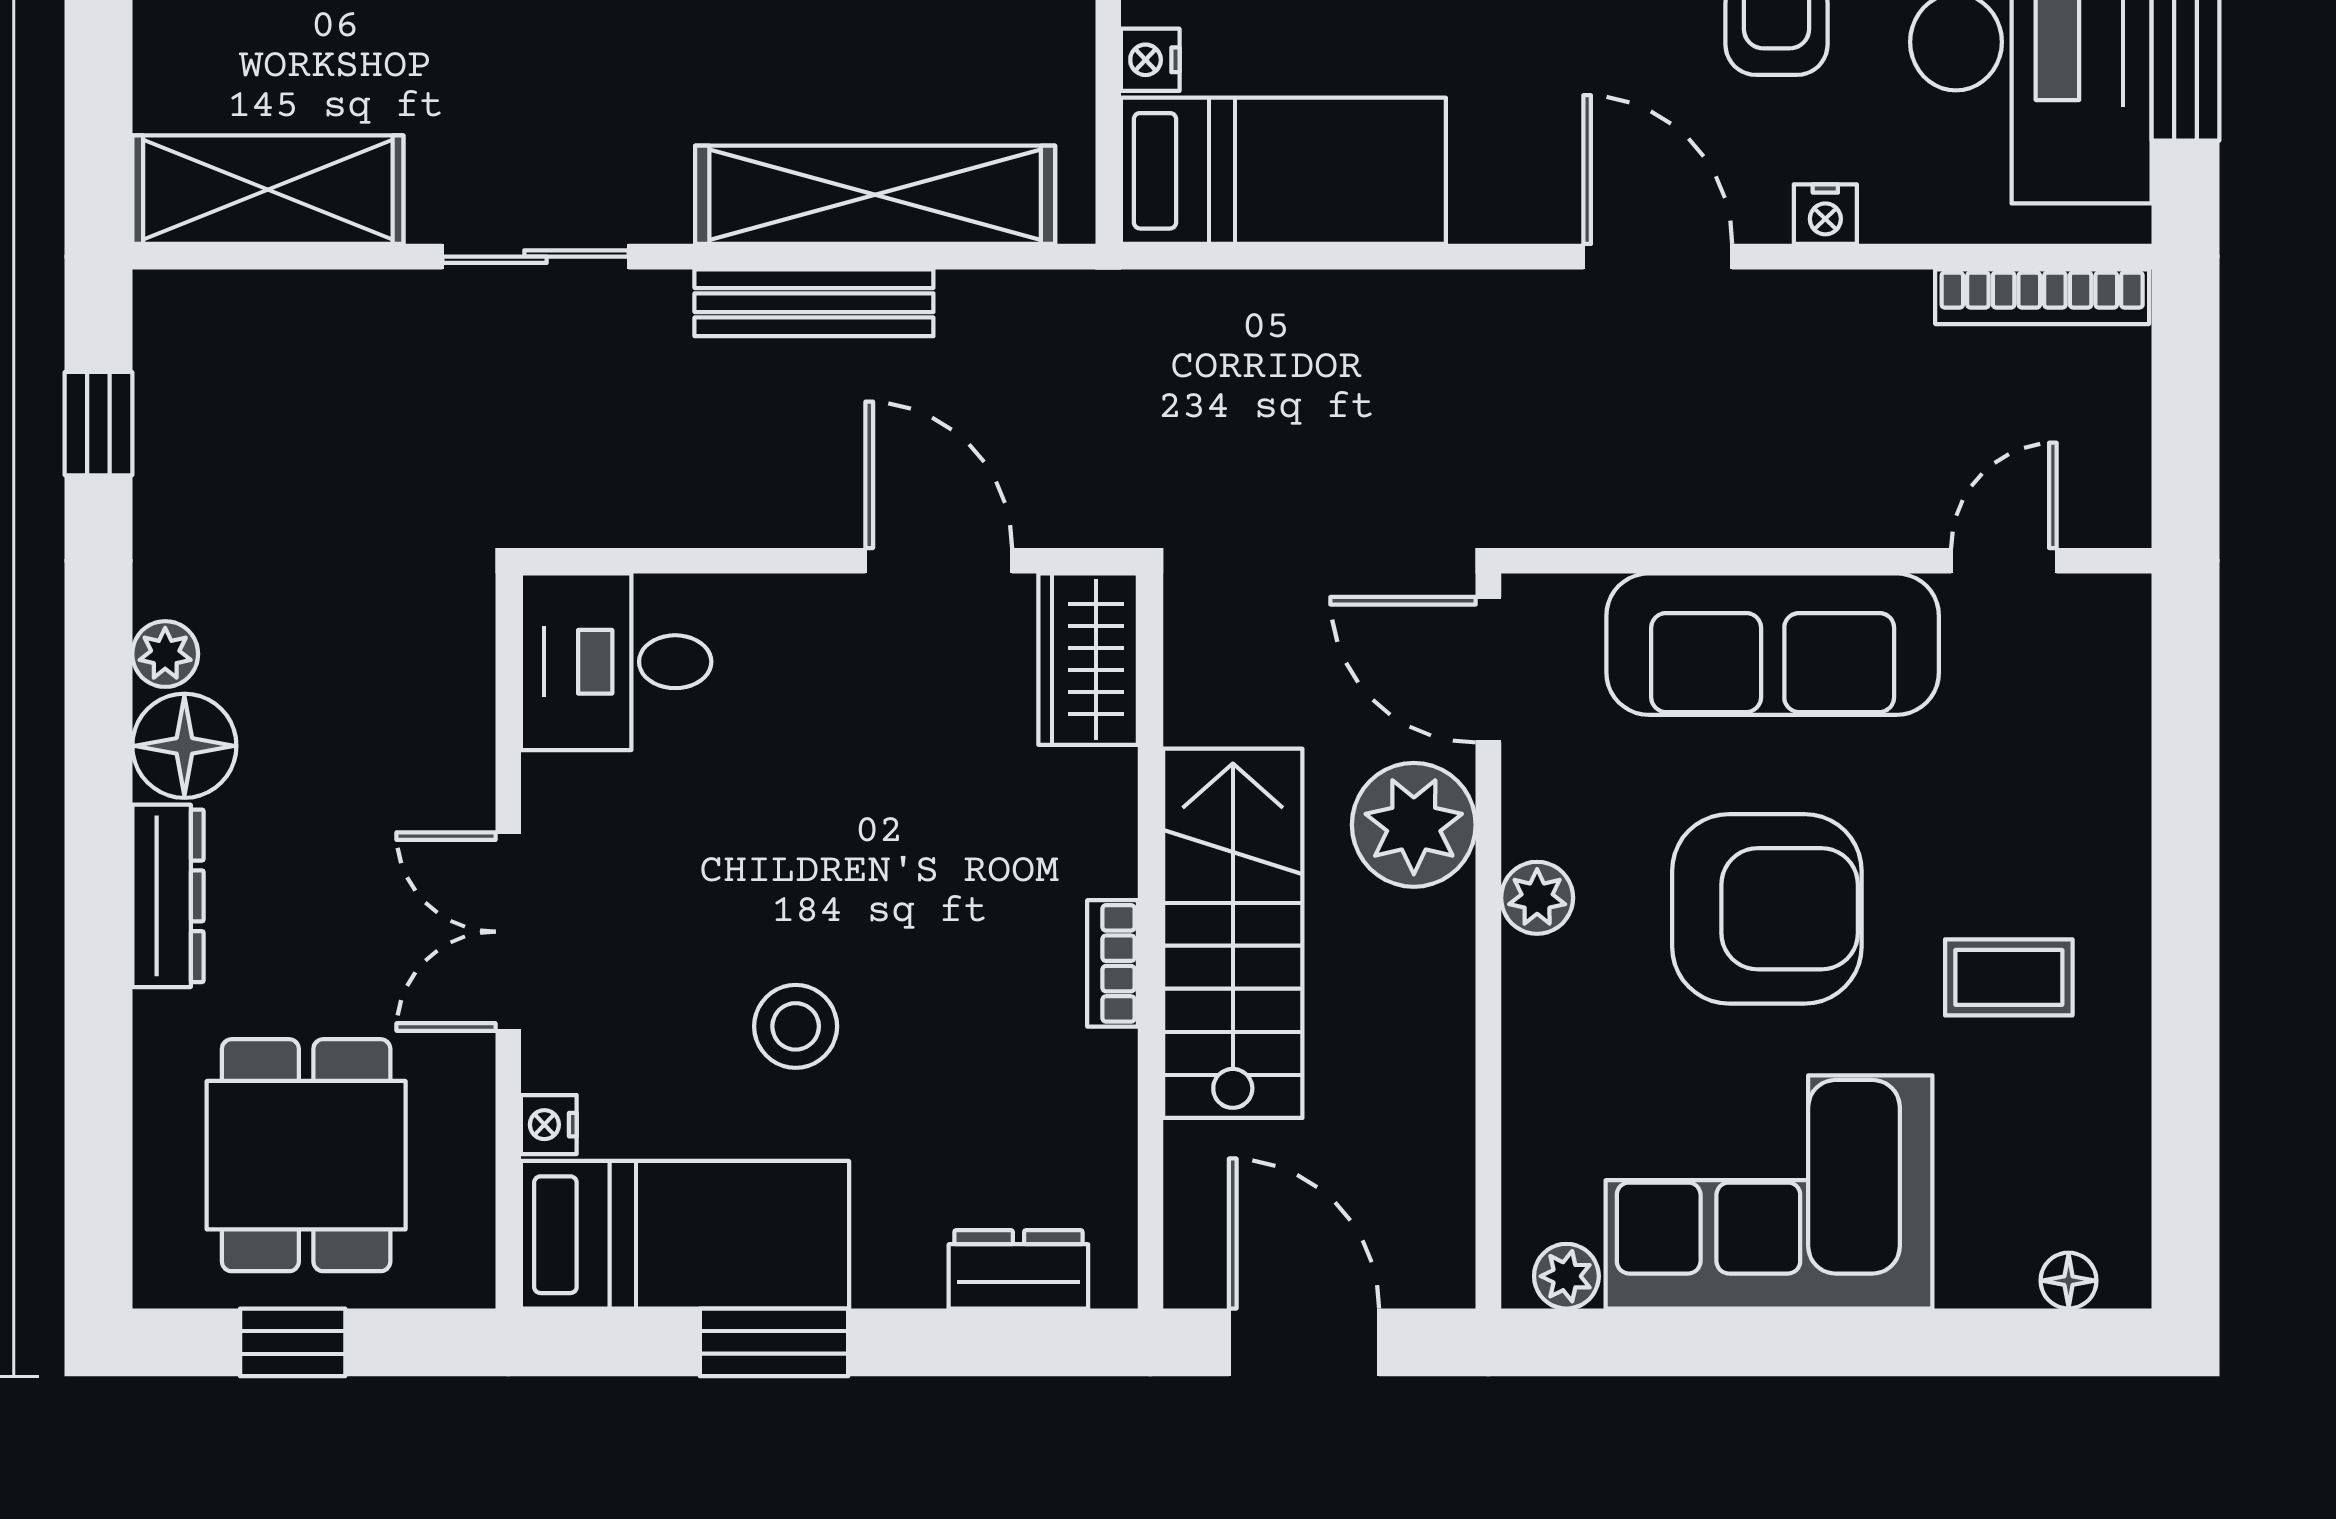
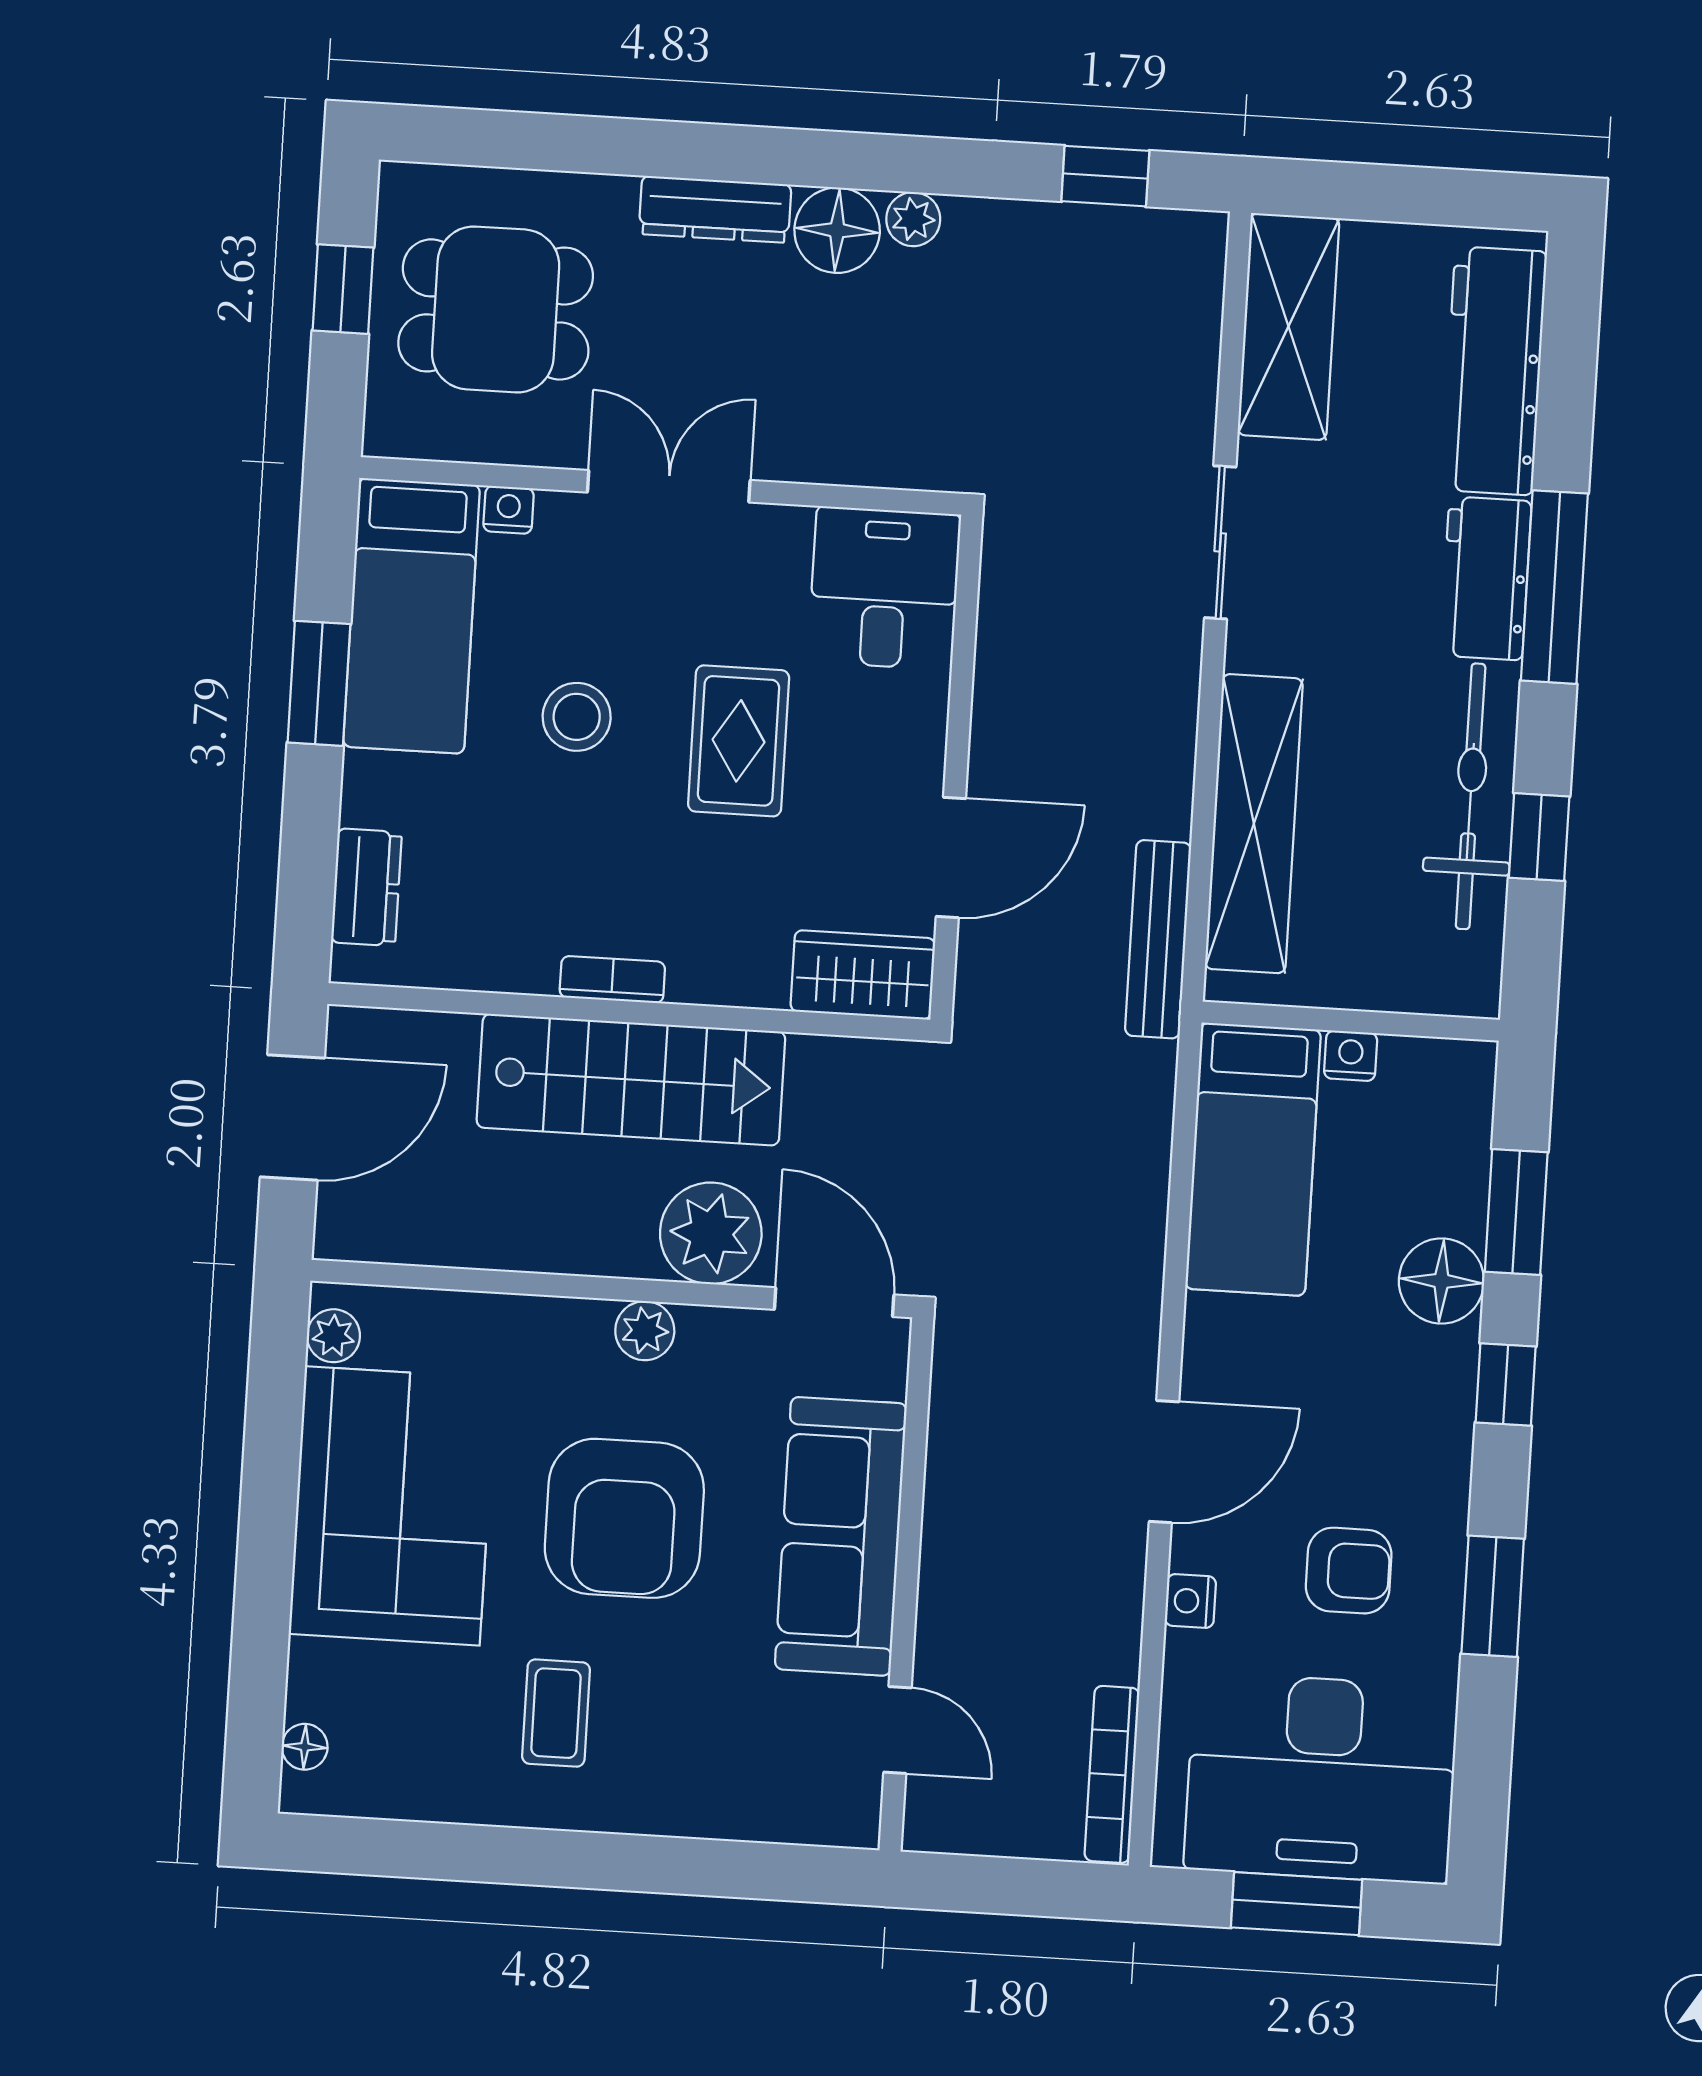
bench: (814, 303) -> (1158, 939), moved
door: (1488, 670) -> (834, 1302), hinge flipped
rug: (813, 828) -> (739, 741), added

